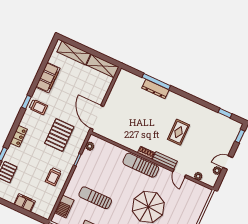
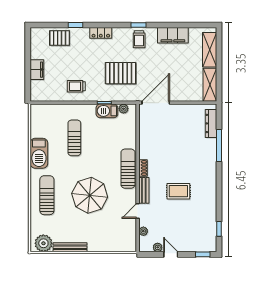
dresser: (155, 89) -> (211, 123), moved
barbecue: (64, 206) -> (107, 111), moved

